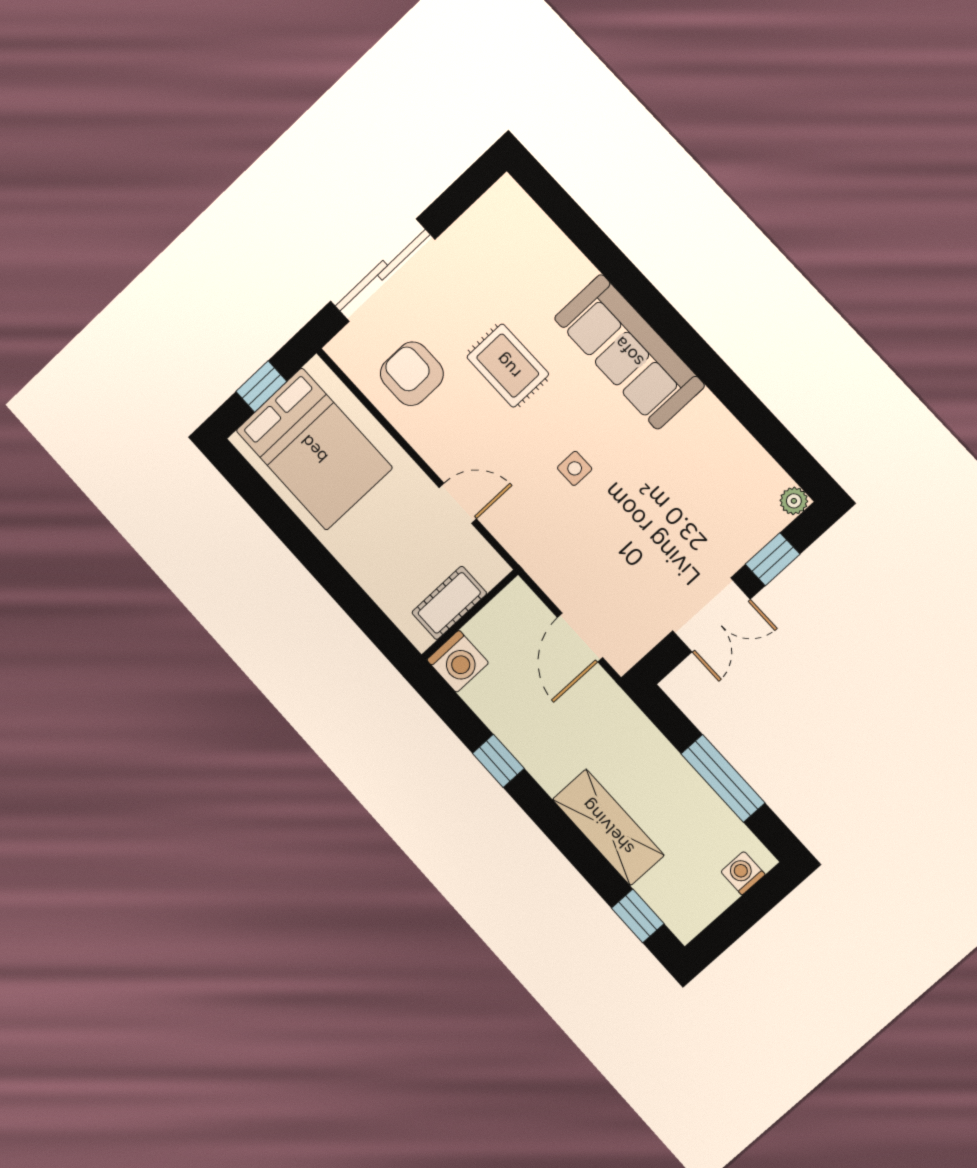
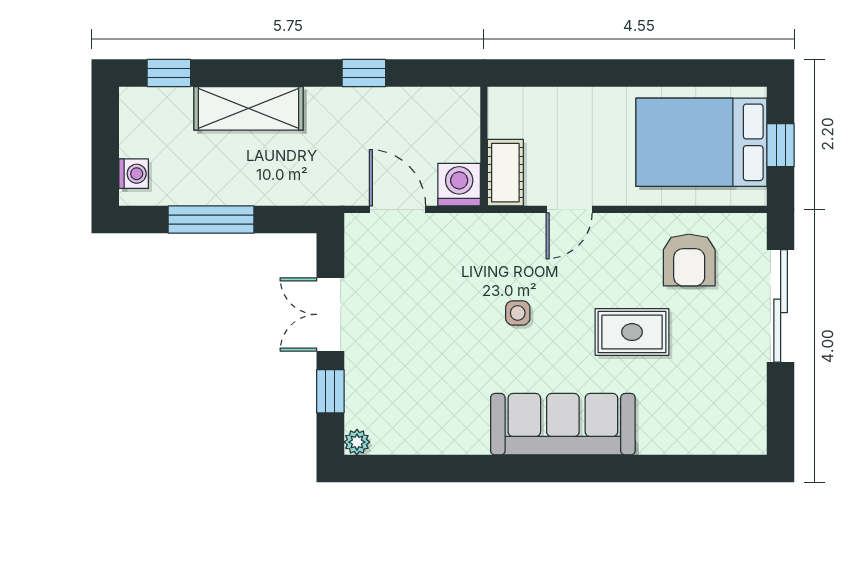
armchair: (412, 374) -> (689, 260), turned 90
cot: (449, 603) -> (505, 173), moved
washing machine: (458, 661) -> (459, 185), moved, turned 90

